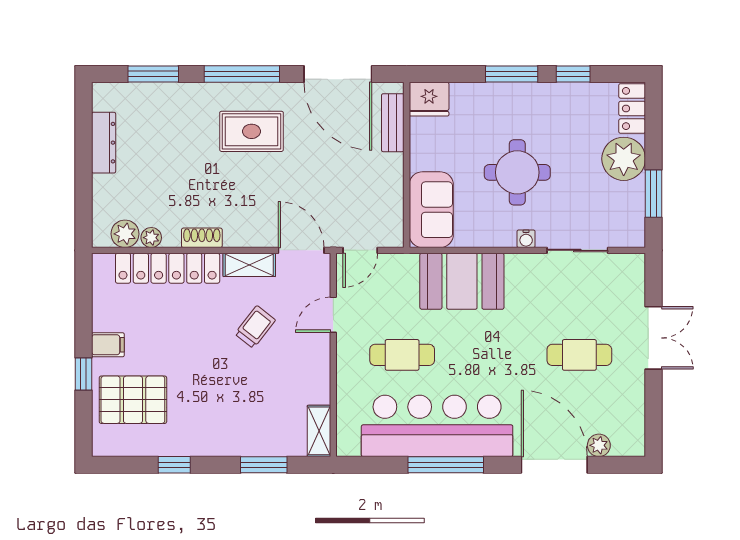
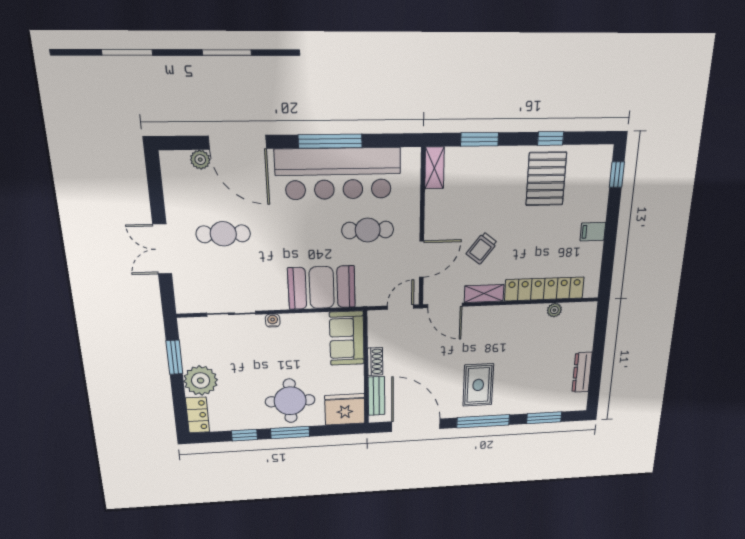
fridge: (429, 99) -> (345, 409), width x1.36, depth x1.34
rug: (251, 131) -> (478, 385), turned 90
round table: (517, 172) -> (290, 401), moved
plant: (125, 234) -> (573, 312), removed
shoe rack: (202, 238) -> (375, 361), moved, turned -90
door: (333, 315) -> (422, 259), width x1.38
window: (84, 374) -> (617, 175), moved
pallet: (133, 400) -> (546, 179), moved, turned 90

